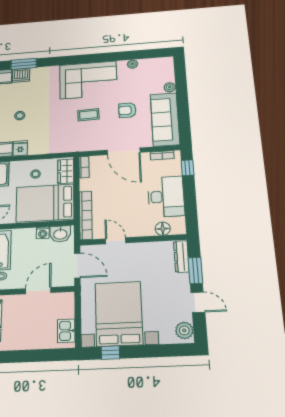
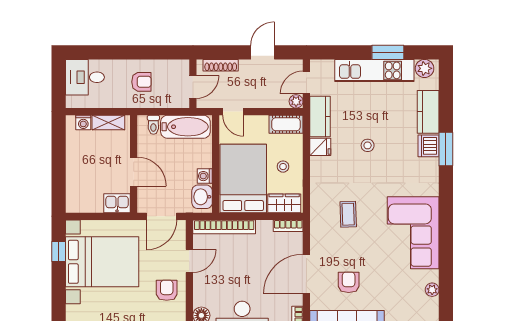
armchair: (127, 110) -> (349, 282), moved
coffee table: (88, 115) -> (348, 214), moved
armchair: (142, 258) -> (167, 290), added
kitchen sink: (66, 331) -> (117, 203), moved

